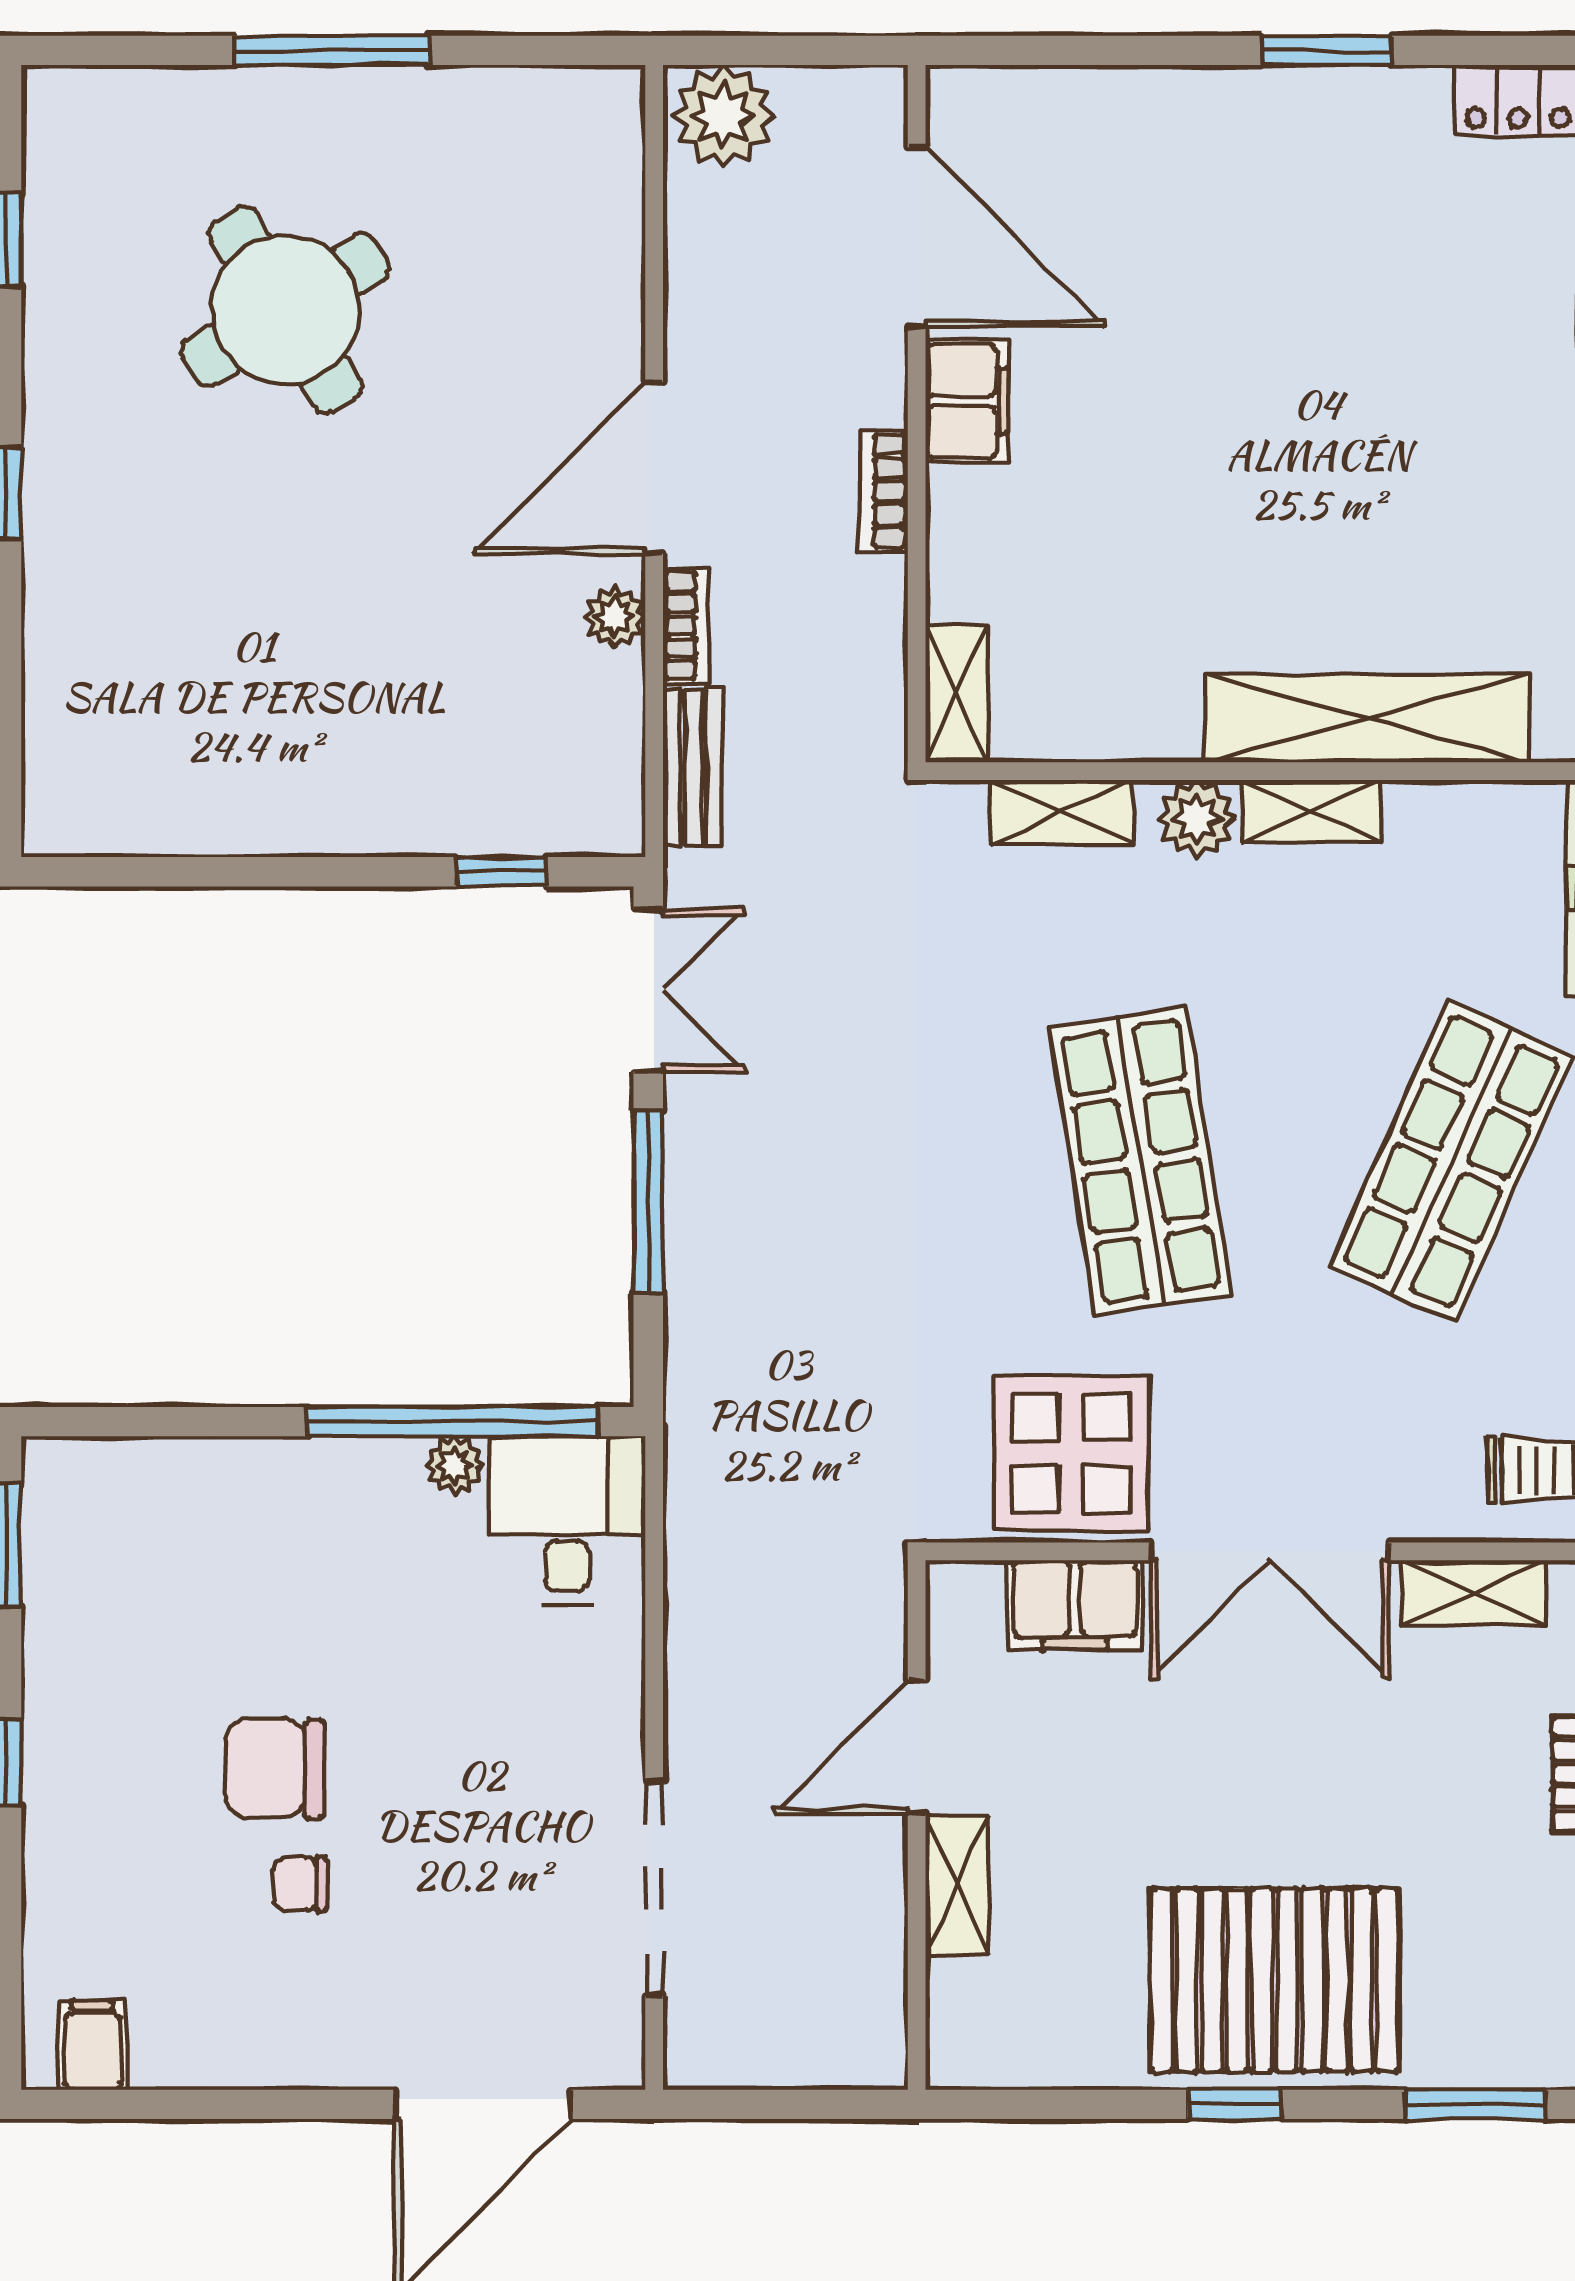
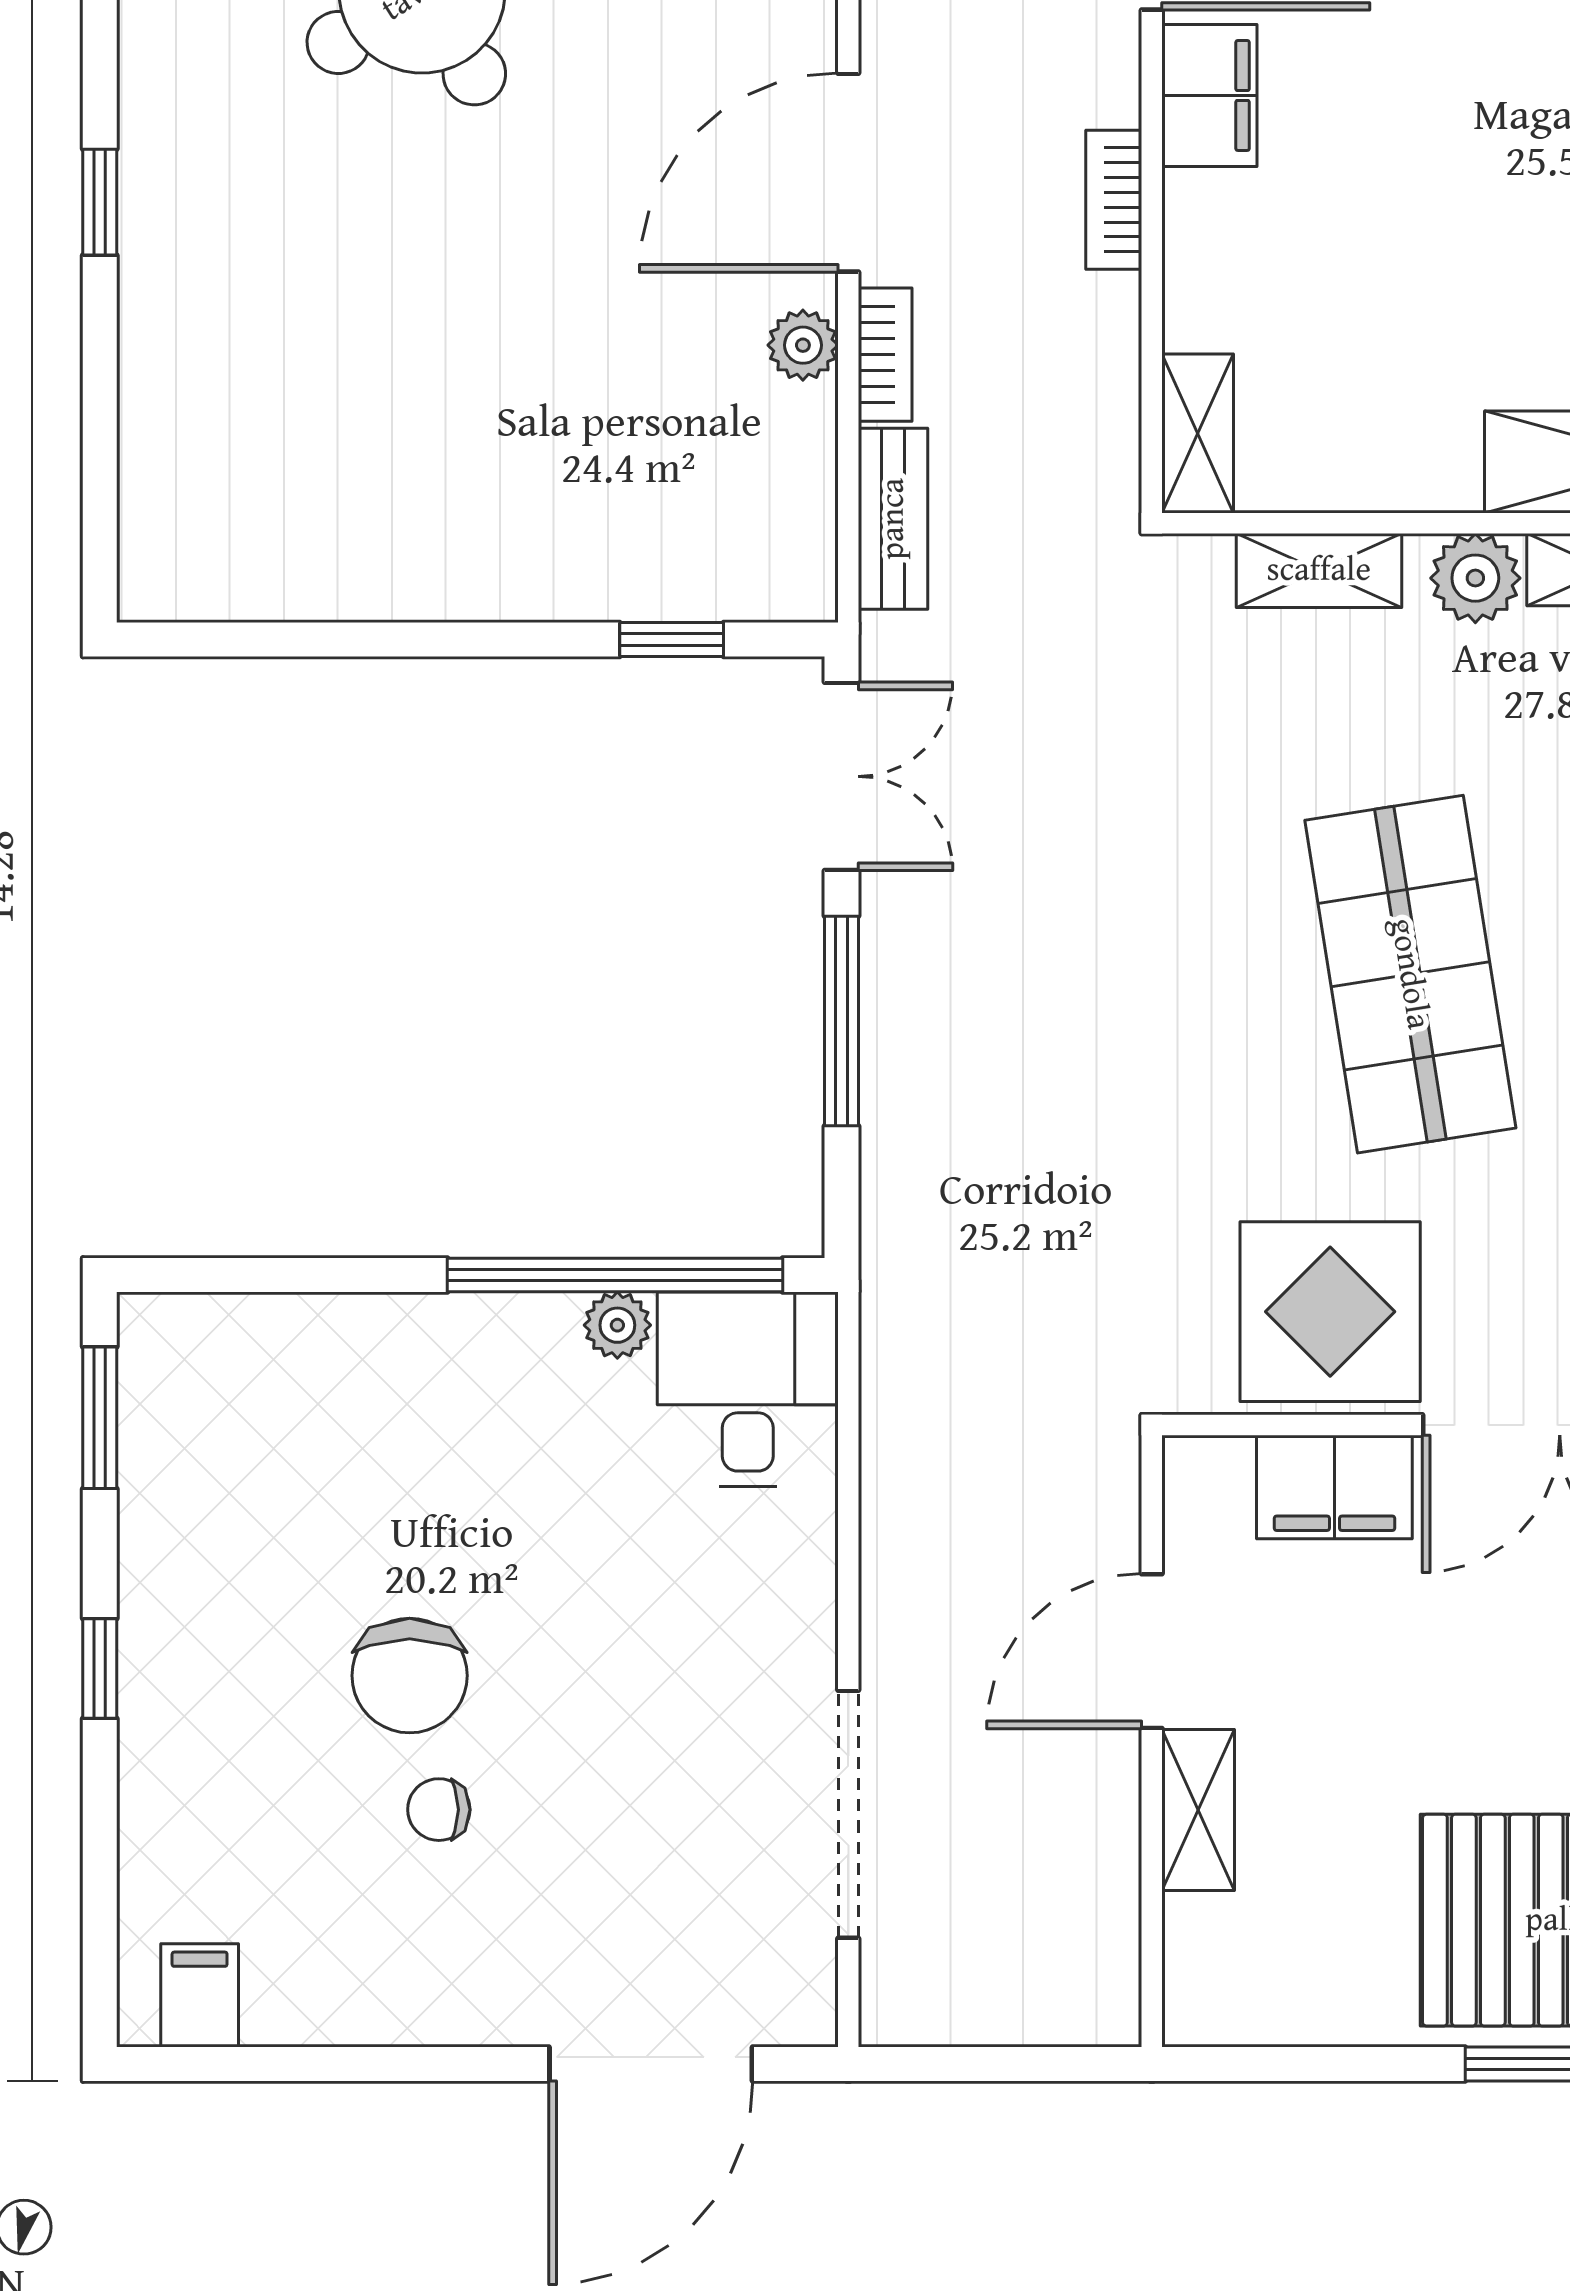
chair: (275, 1768) -> (410, 1676), turned -91

